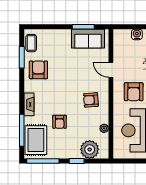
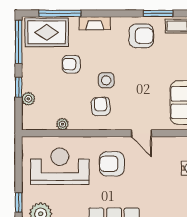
door: (111, 70) -> (141, 133), swing flipped
side table: (72, 96) -> (106, 80), added
plant: (90, 149) -> (28, 99), width x0.53, depth x0.53

